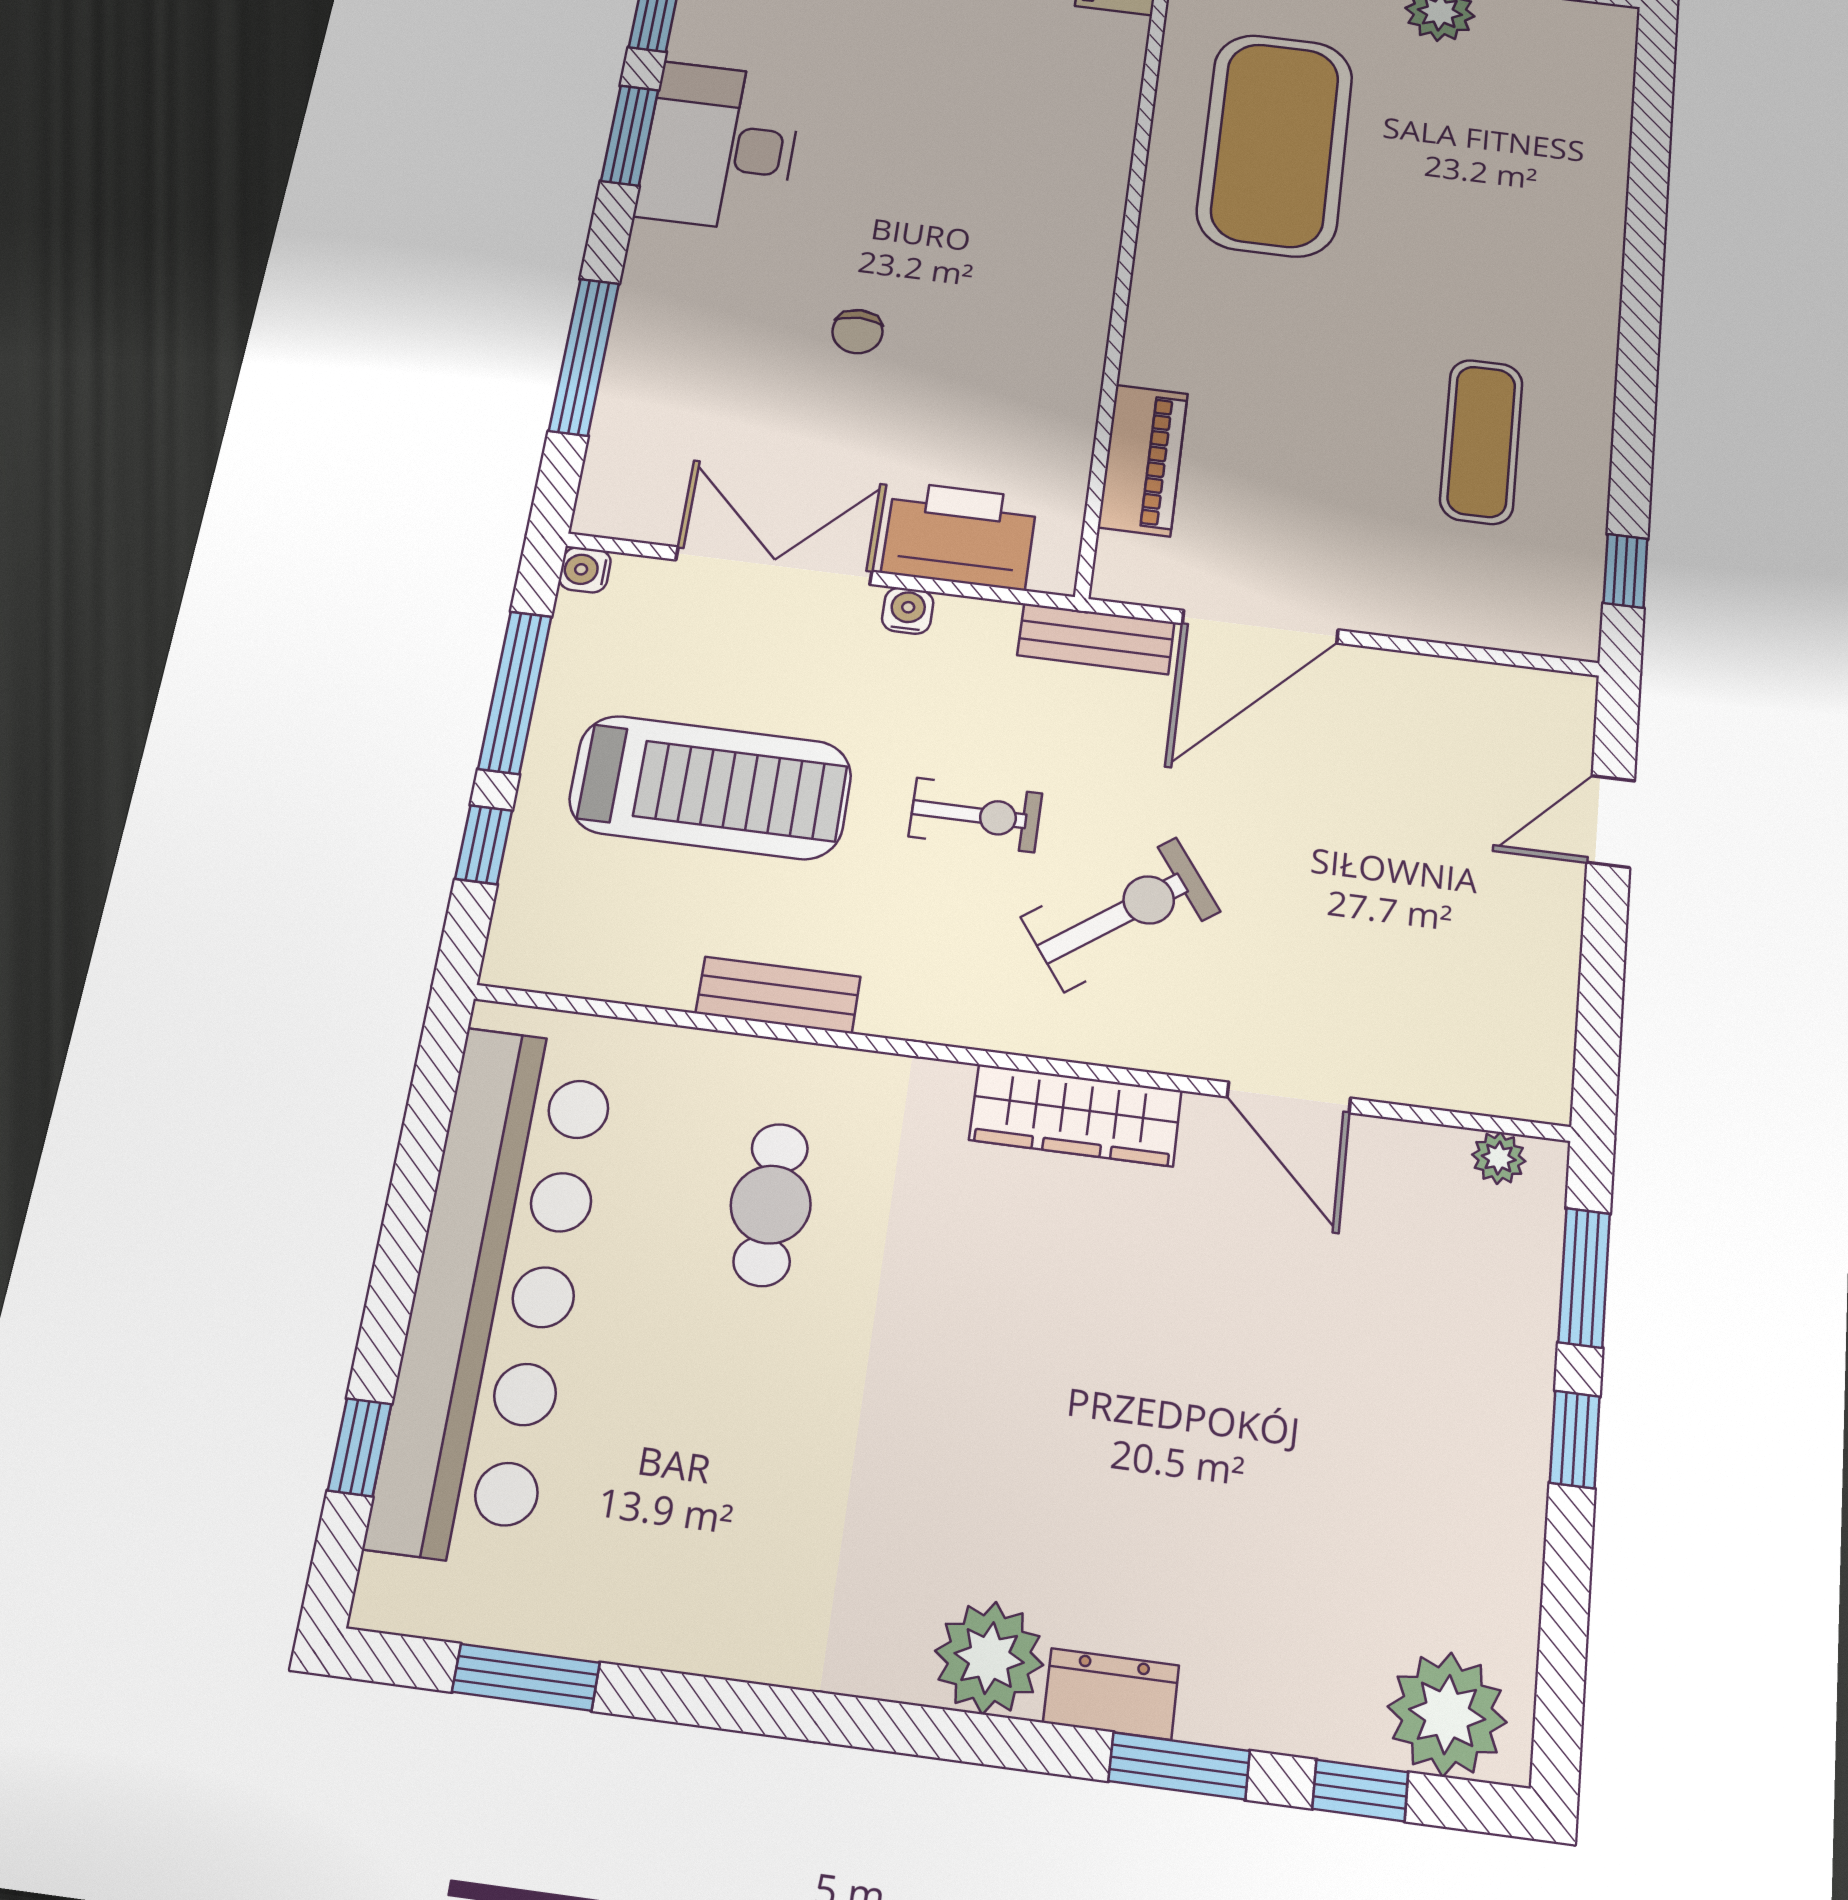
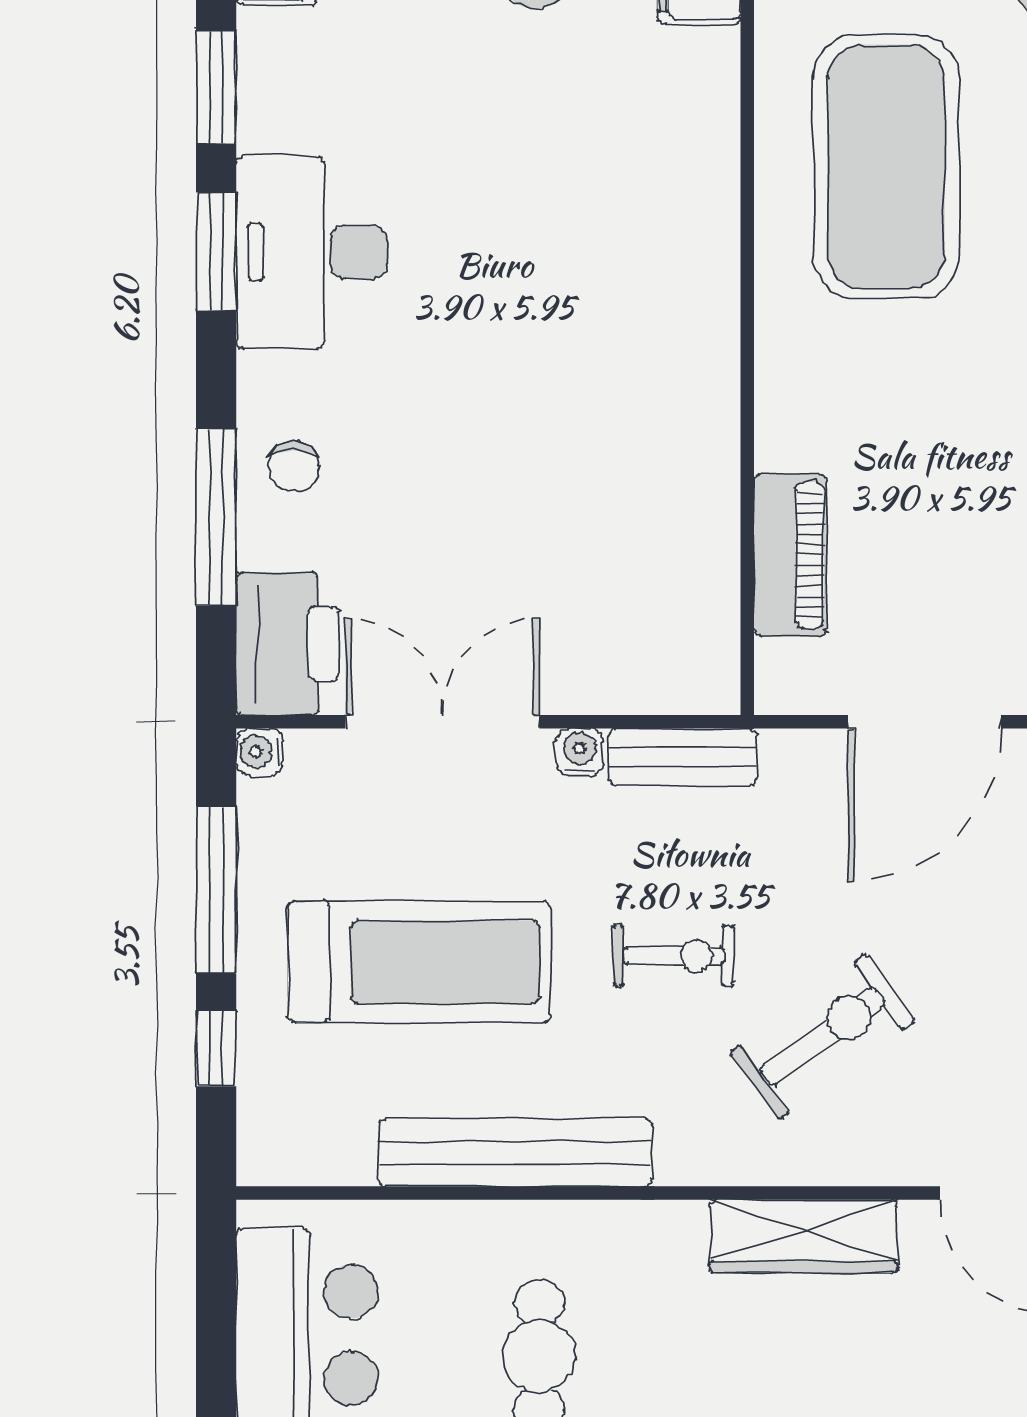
chair: (857, 332) -> (294, 466), moved
printer: (960, 535) -> (287, 644), moved, turned 90
bench: (1096, 639) -> (683, 757), moved
bench: (778, 995) -> (515, 1153), width x1.86, depth x1.21

